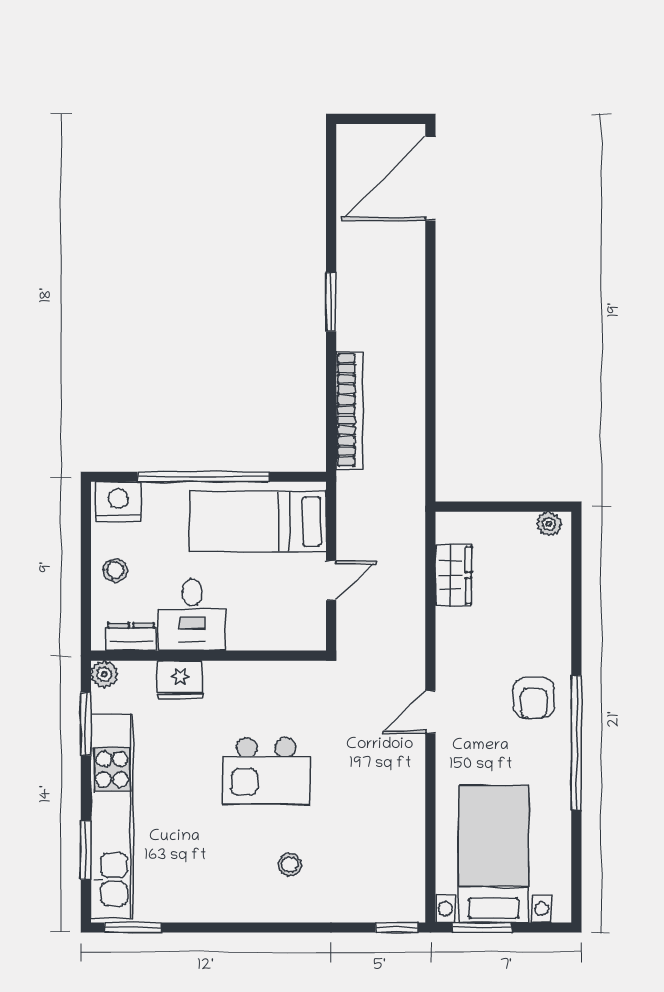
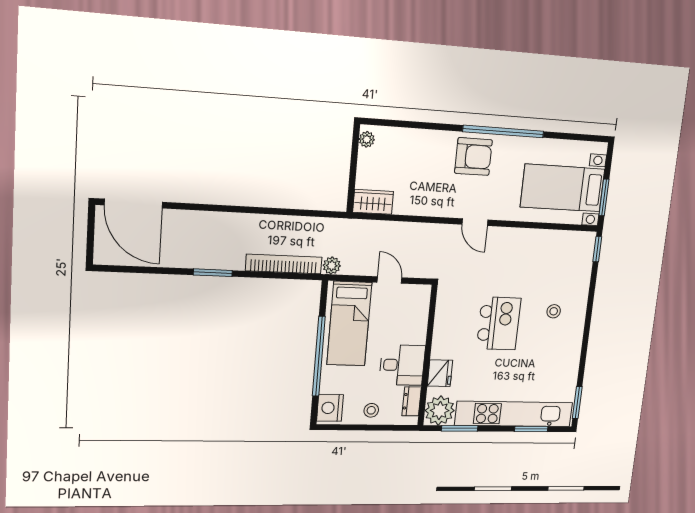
plant: (350, 486) -> (332, 266), added
wardrobe: (453, 575) -> (373, 202), moved
plant: (104, 674) -> (440, 411), width x1.87, depth x1.87
armchair: (534, 698) -> (473, 157), width x1.38, depth x1.38

